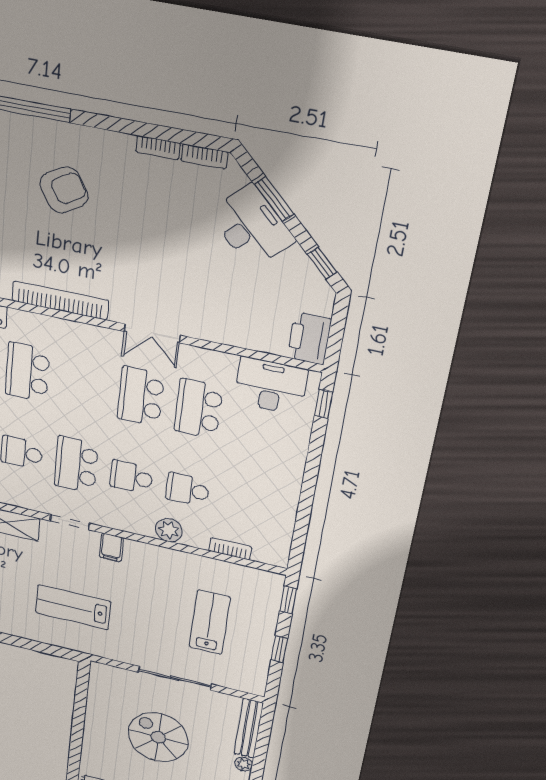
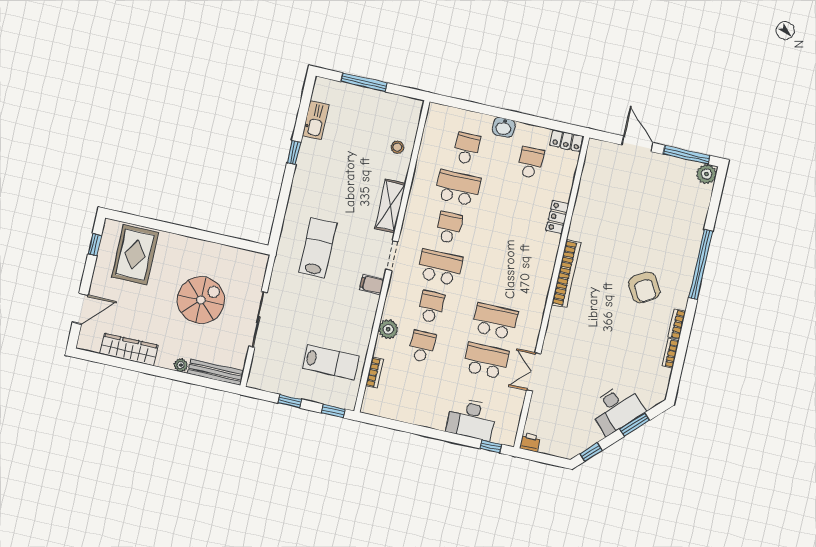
bookcase: (204, 157) -> (677, 324), moved
double door: (152, 333) -> (534, 372), moved
printer: (309, 338) -> (530, 442), width x0.53, depth x0.68
school desk: (27, 372) -> (513, 242), removed
desk: (271, 386) -> (471, 419), moved, turned 90
lab bench: (210, 622) -> (331, 362), moved

